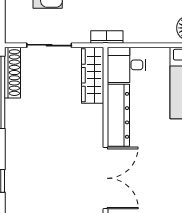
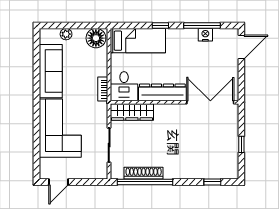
bookcase: (107, 37) -> (103, 89), moved
shoe rack: (12, 73) -> (144, 173), moved

